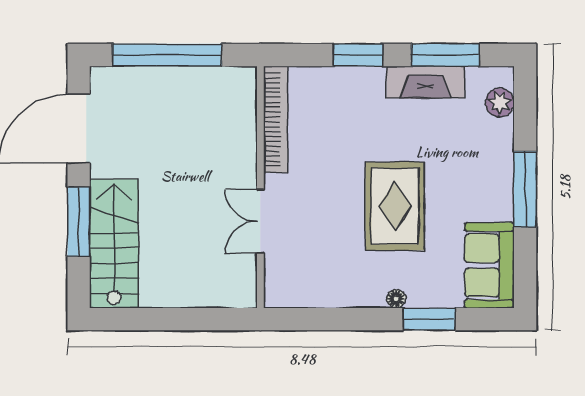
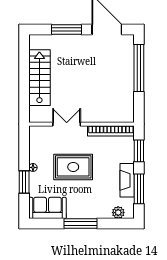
bookcase: (276, 119) -> (111, 131), moved
wall: (260, 187) -> (81, 124), moved
double door: (260, 221) -> (67, 124), moved
stairs: (114, 244) -> (39, 78), moved, turned -90

